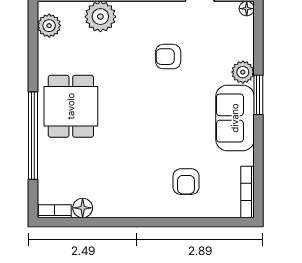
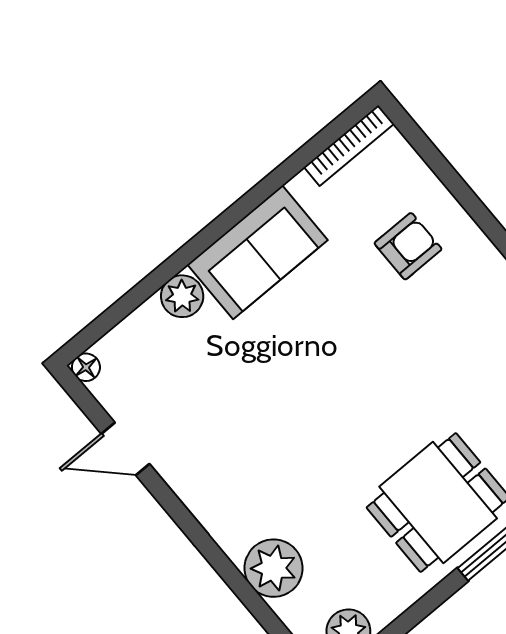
armchair: (168, 57) -> (250, 422), removed
window: (258, 95) -> (196, 246), removed

